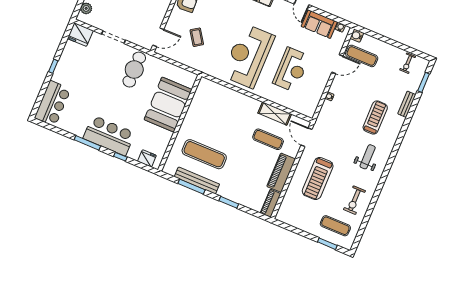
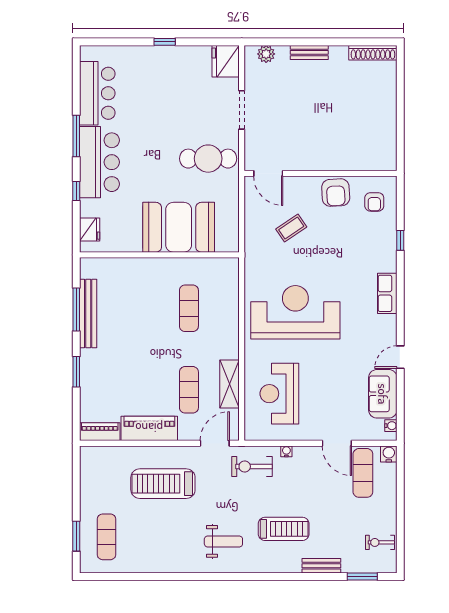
reception desk: (291, 70) -> (279, 394), moved, turned 90
bar counter: (53, 103) -> (97, 93), moved, turned -90
exercise mat: (204, 154) -> (189, 308), moved, width x0.73, depth x0.69
exercise bike: (354, 200) -> (252, 466), moved

